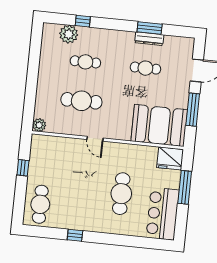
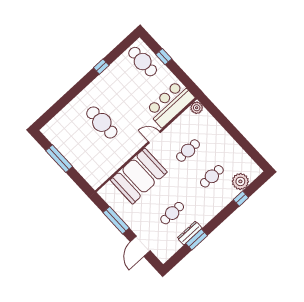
cafe table: (81, 101) -> (188, 151), width x0.73, depth x0.74
booth: (159, 125) -> (139, 176), moved
fridge: (170, 158) -> (97, 176), removed
window: (23, 168) -> (164, 57), moved
window: (185, 187) -> (59, 159), moved
bar counter: (163, 214) -> (170, 104), moved, turned -90

